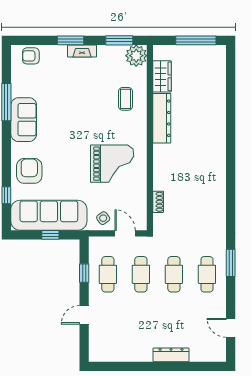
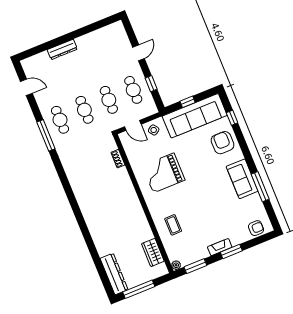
plant: (136, 56) -> (176, 265), width x0.53, depth x0.53
dresser: (162, 118) -> (114, 274), moved, turned 180
armchair: (29, 171) -> (223, 143), turned 180
window: (231, 263) -> (46, 135), width x1.44

